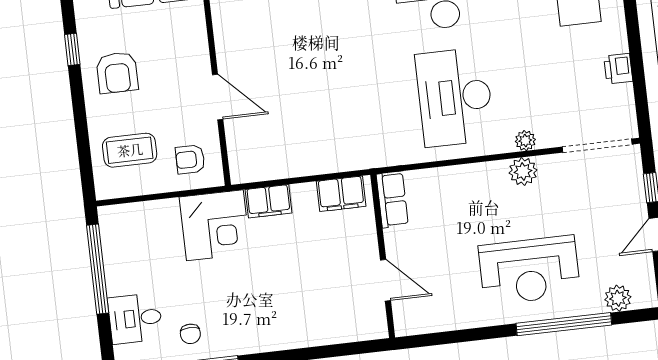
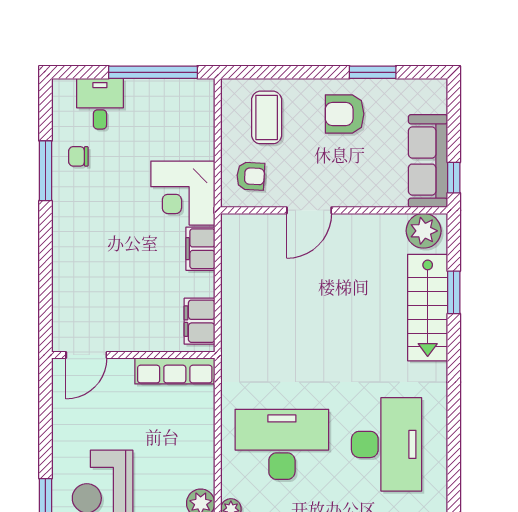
window: (72, 49) -> (373, 72), width x1.50
armchair: (190, 159) -> (251, 176), turned 93
row of seats: (392, 200) -> (175, 371), width x1.48
door: (385, 280) -> (86, 355), moved

